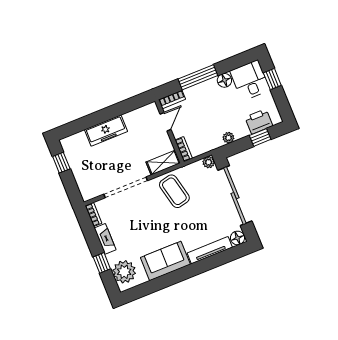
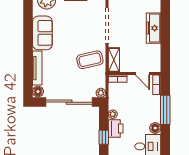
printer: (259, 121) -> (116, 128), moved

